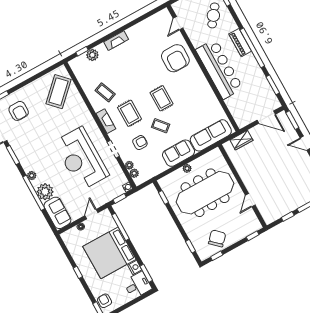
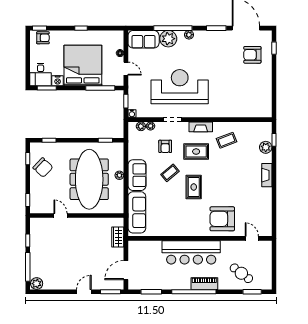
coffee table: (58, 92) -> (250, 99), removed
rug: (161, 98) -> (194, 187), turned 90

